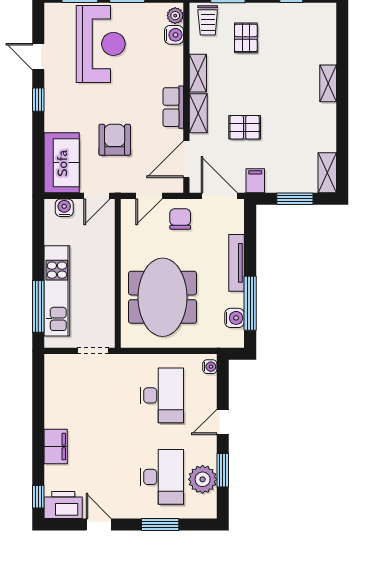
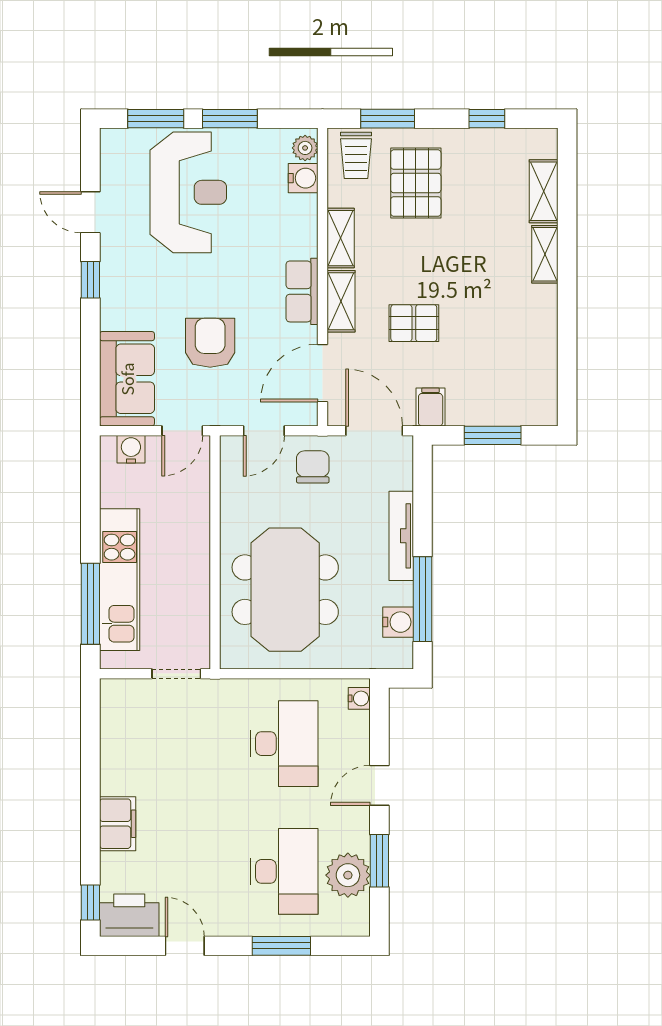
pallet: (246, 38) -> (416, 183), width x1.50, depth x1.42
shelving: (327, 173) -> (544, 191), moved

